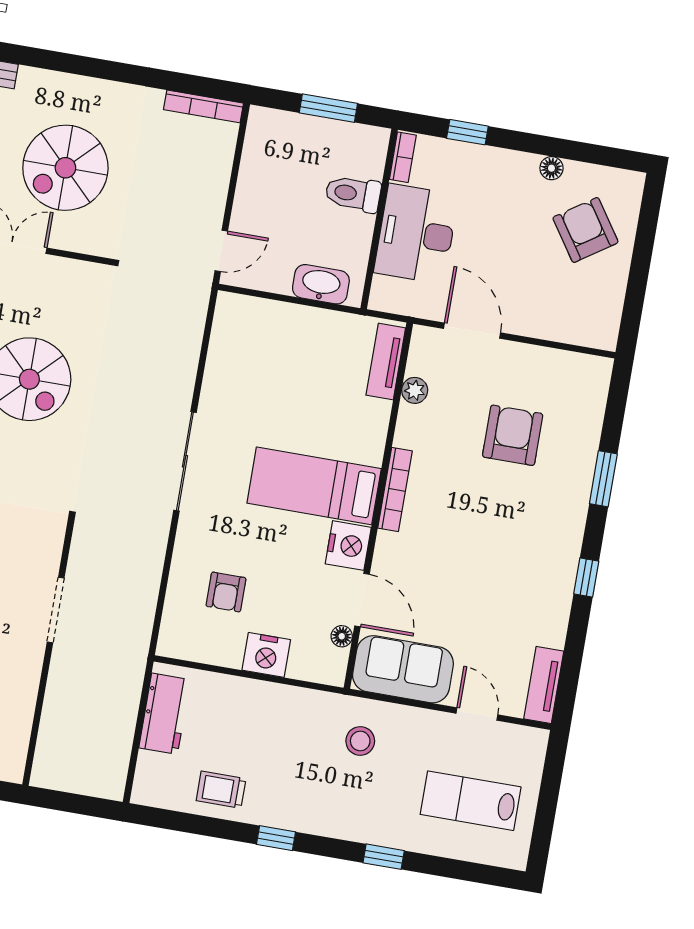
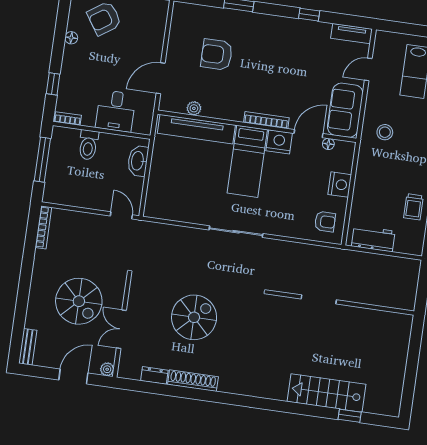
window: (328, 108) -> (42, 160), width x1.44
desk: (416, 234) -> (116, 111), width x0.73
tv unit: (386, 362) -> (196, 129), width x1.92, depth x1.29
bookcase: (395, 490) -> (266, 120), moved
window: (586, 577) -> (309, 15), moved
armchair: (226, 592) -> (325, 222), moved

